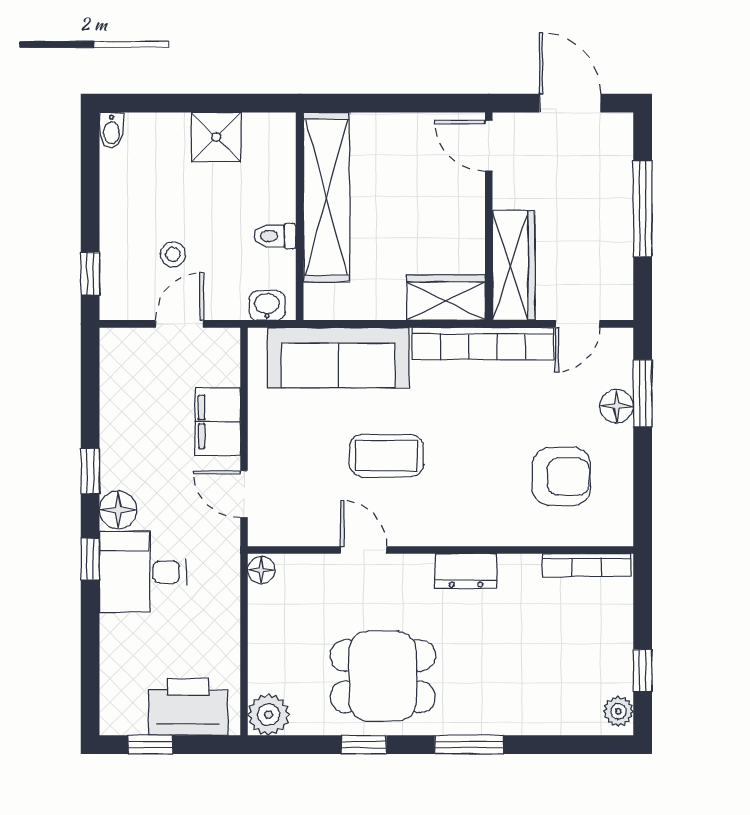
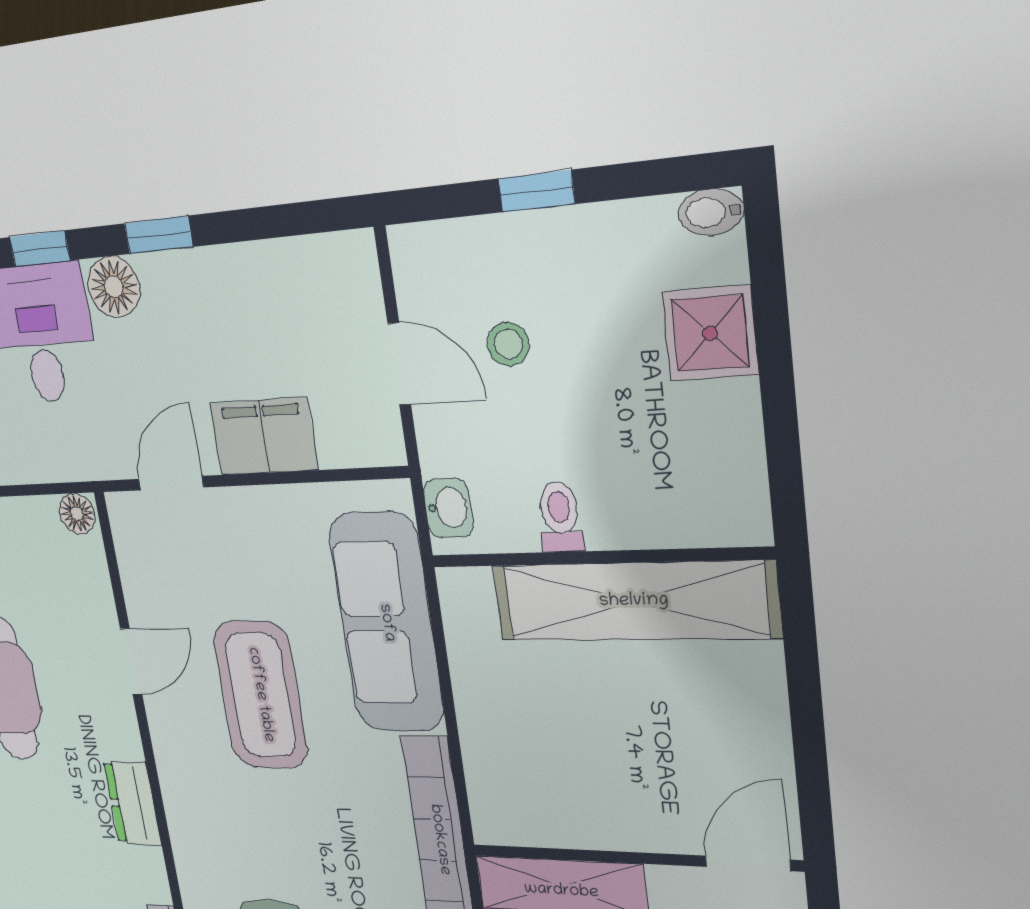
shower: (216, 137) -> (710, 333), moved
window: (90, 274) -> (536, 191), moved
wardrobe: (446, 297) -> (500, 788), removed
coffee table: (386, 456) -> (261, 695), width x1.36, depth x1.32

